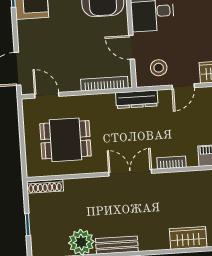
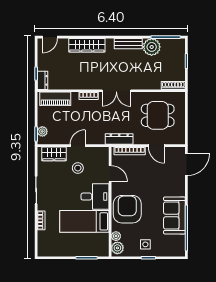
stool: (159, 68) -> (78, 168), moved
door: (47, 95) -> (156, 146), moved
dresser: (137, 99) -> (119, 139), moved
wardrobe: (188, 238) -> (87, 45), width x1.50

